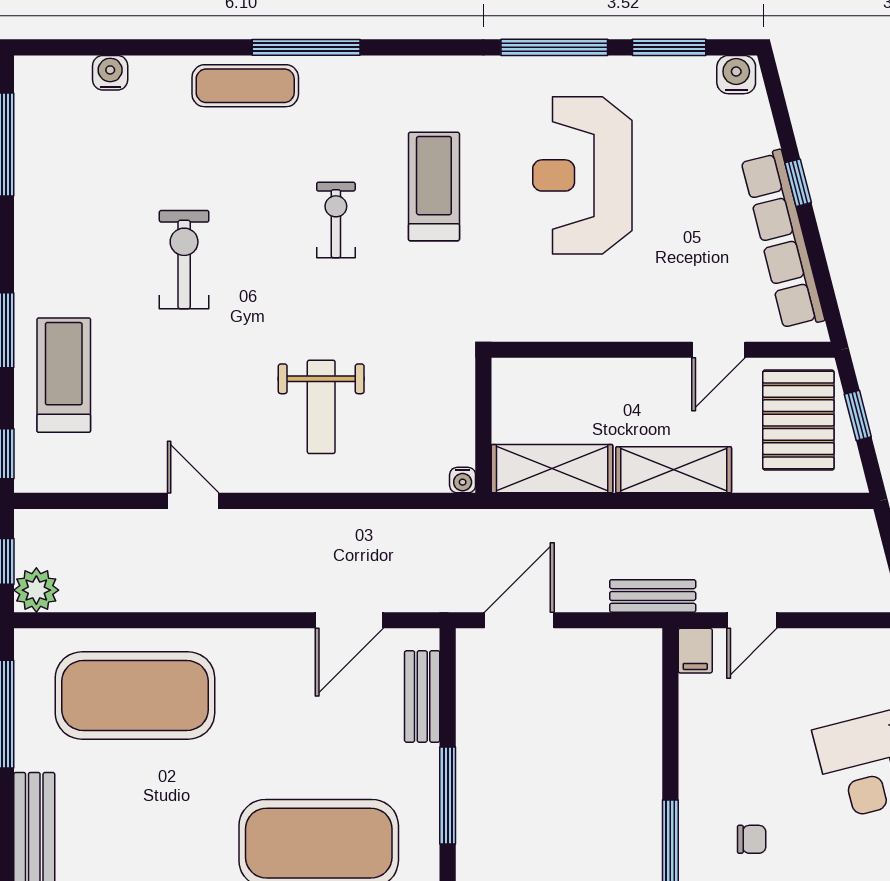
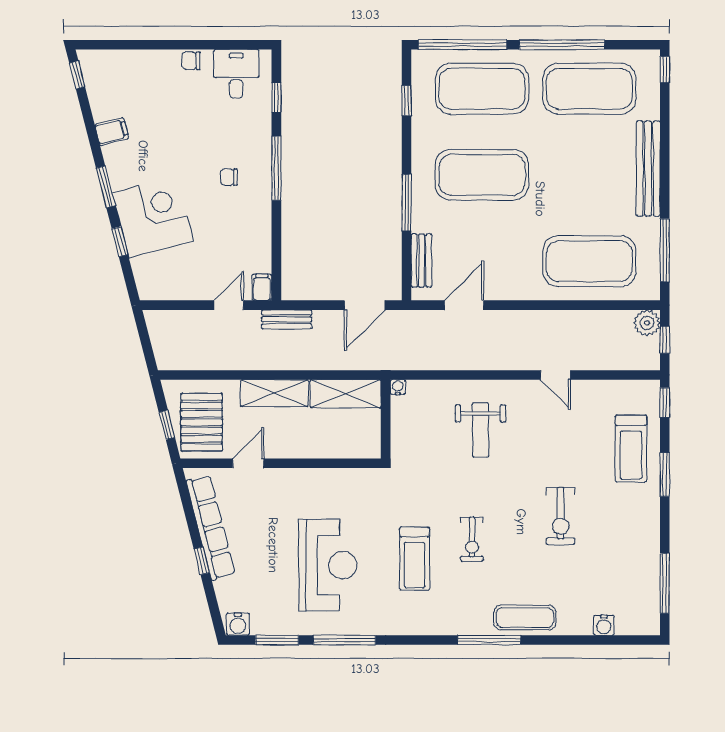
weight bench: (321, 407) -> (481, 430), turned 180

